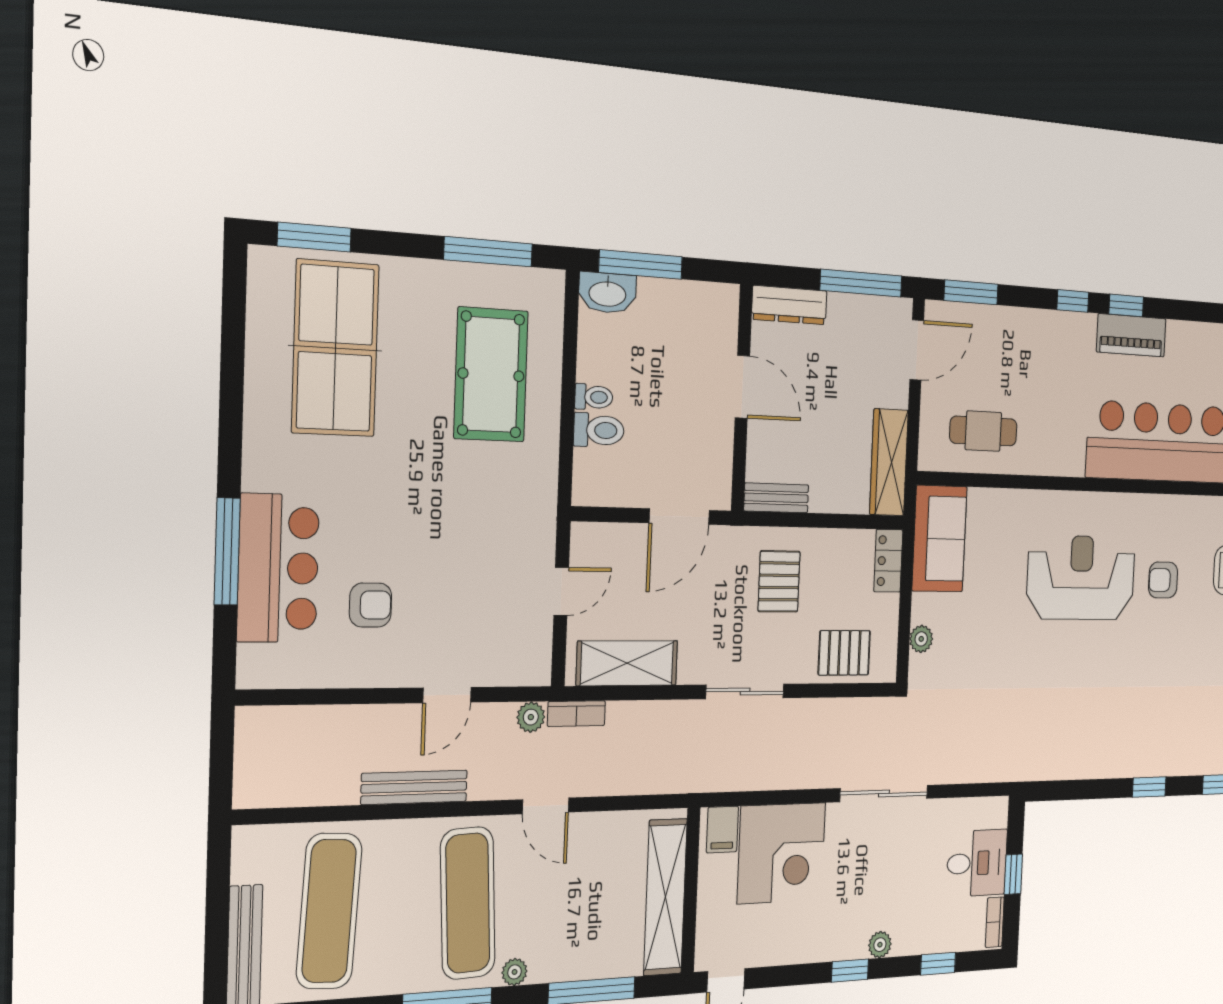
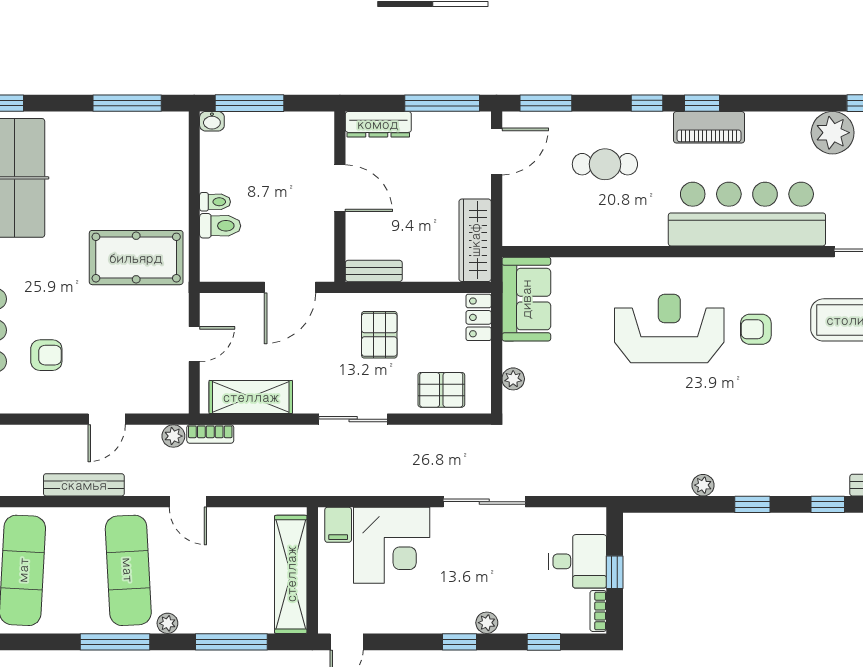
washbasin: (607, 293) -> (212, 121), width x0.52, depth x0.69
pool table: (491, 375) -> (136, 258), moved, turned 90
cafe table: (983, 431) -> (605, 164), moved
plant: (1104, 766) -> (703, 485), added

